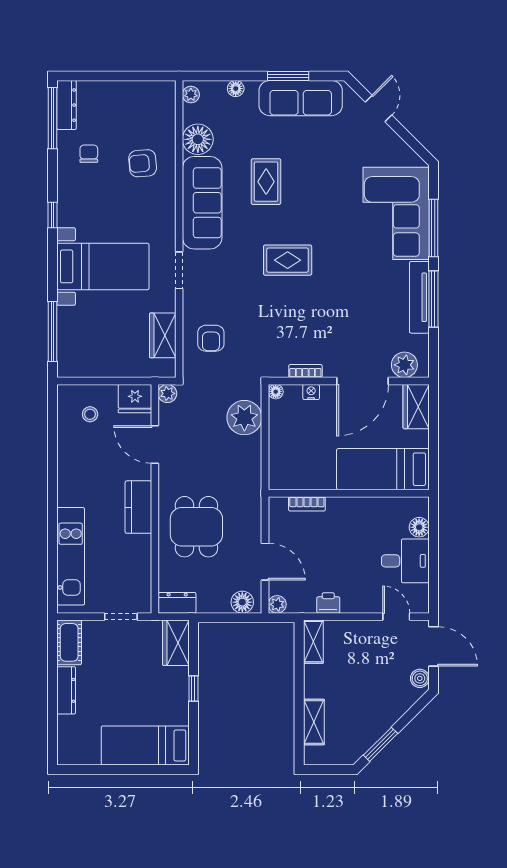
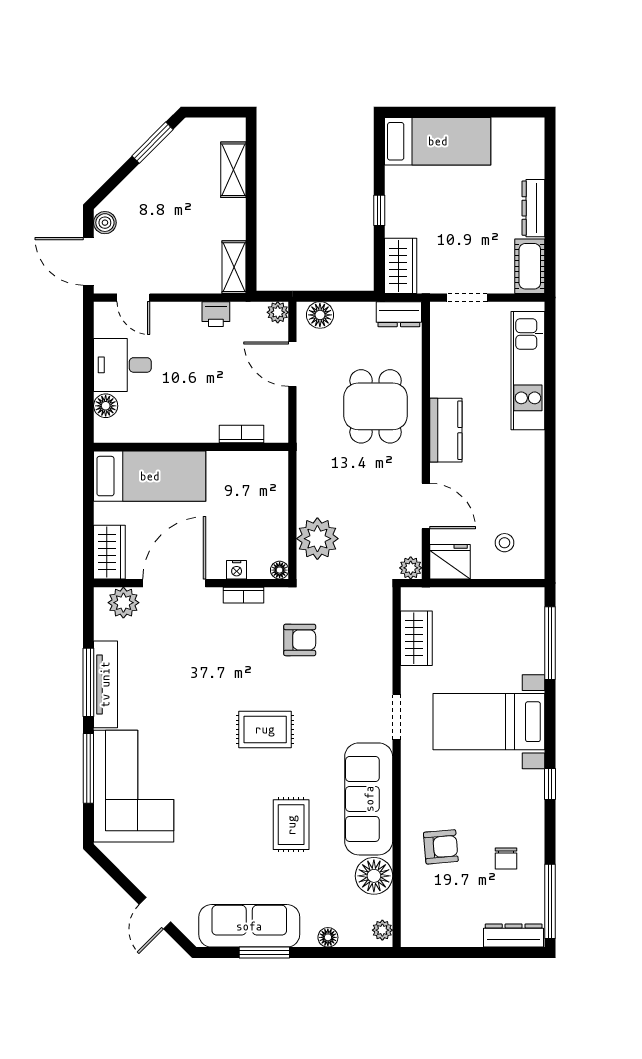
dresser: (67, 105) -> (514, 936), moved, turned 90
armchair: (211, 338) -> (300, 640), moved, turned 90

